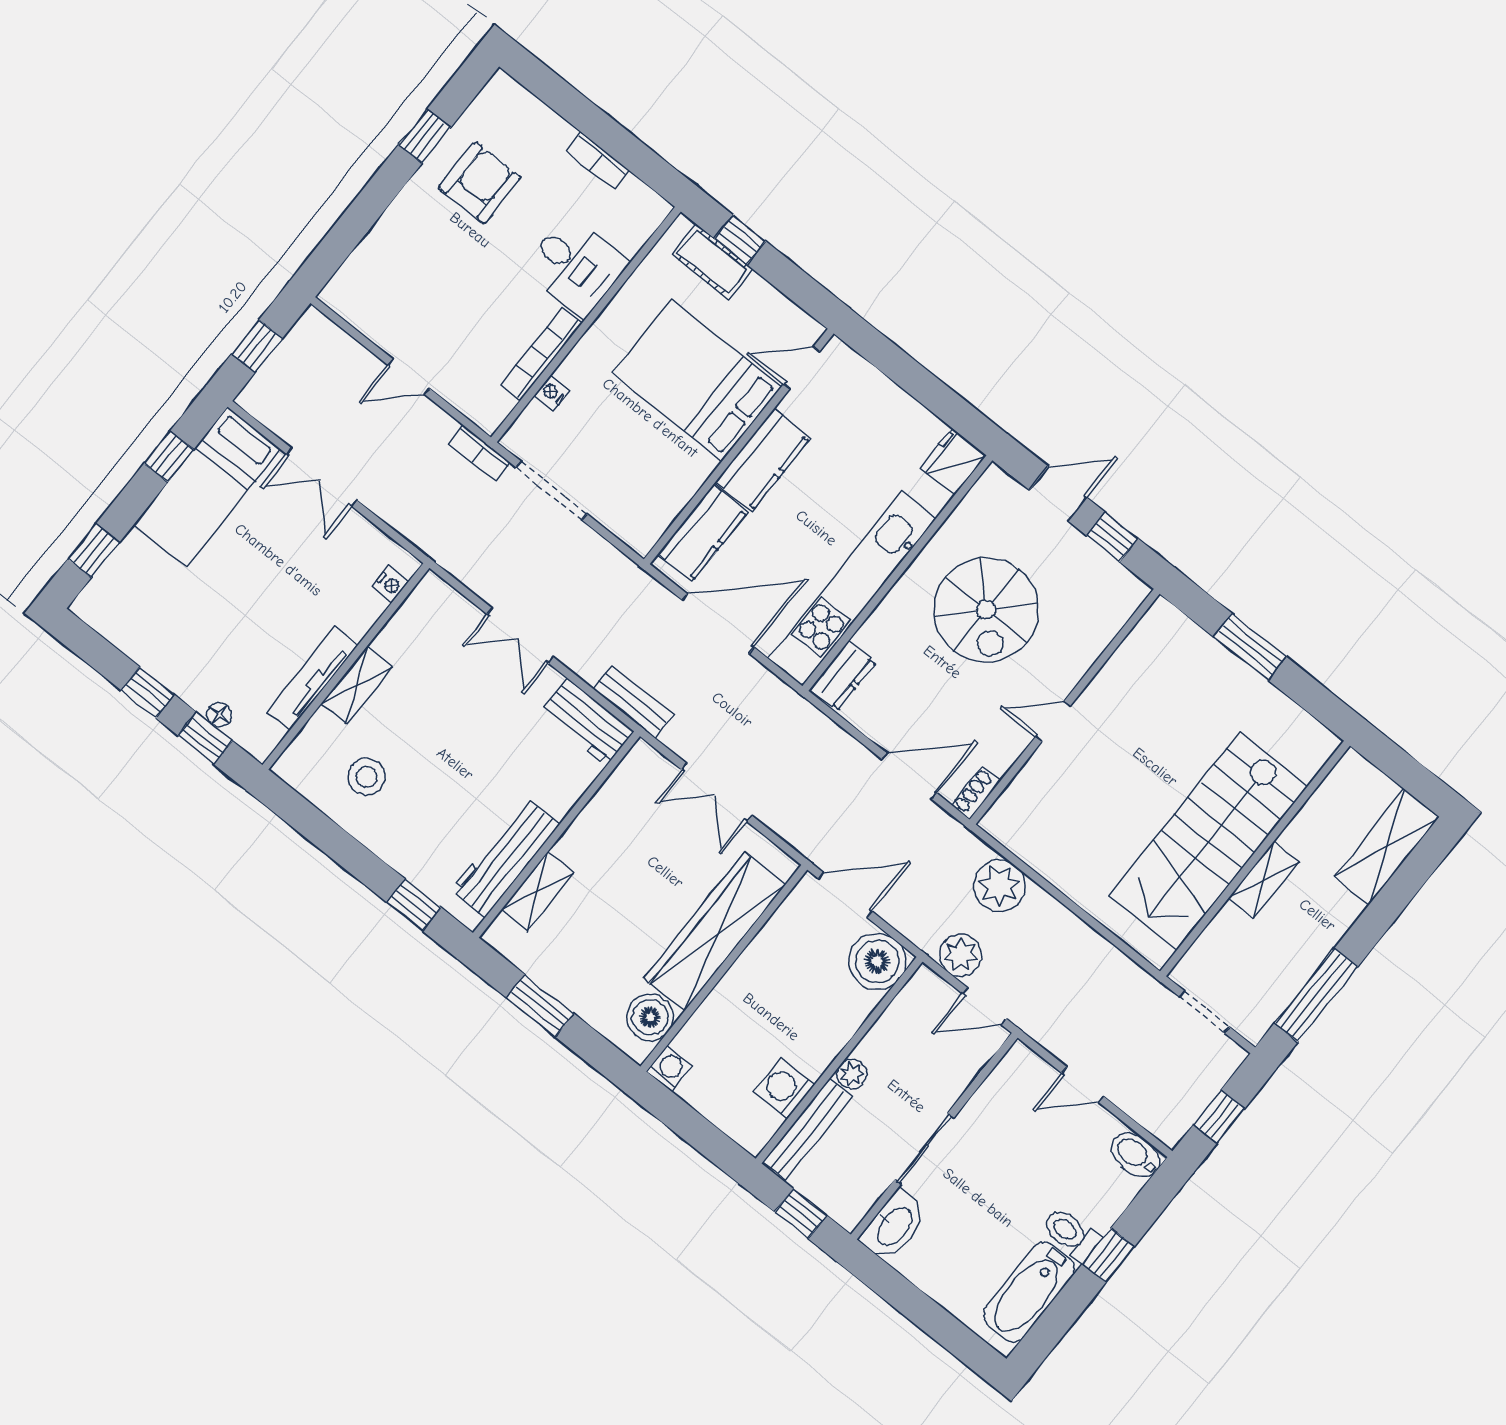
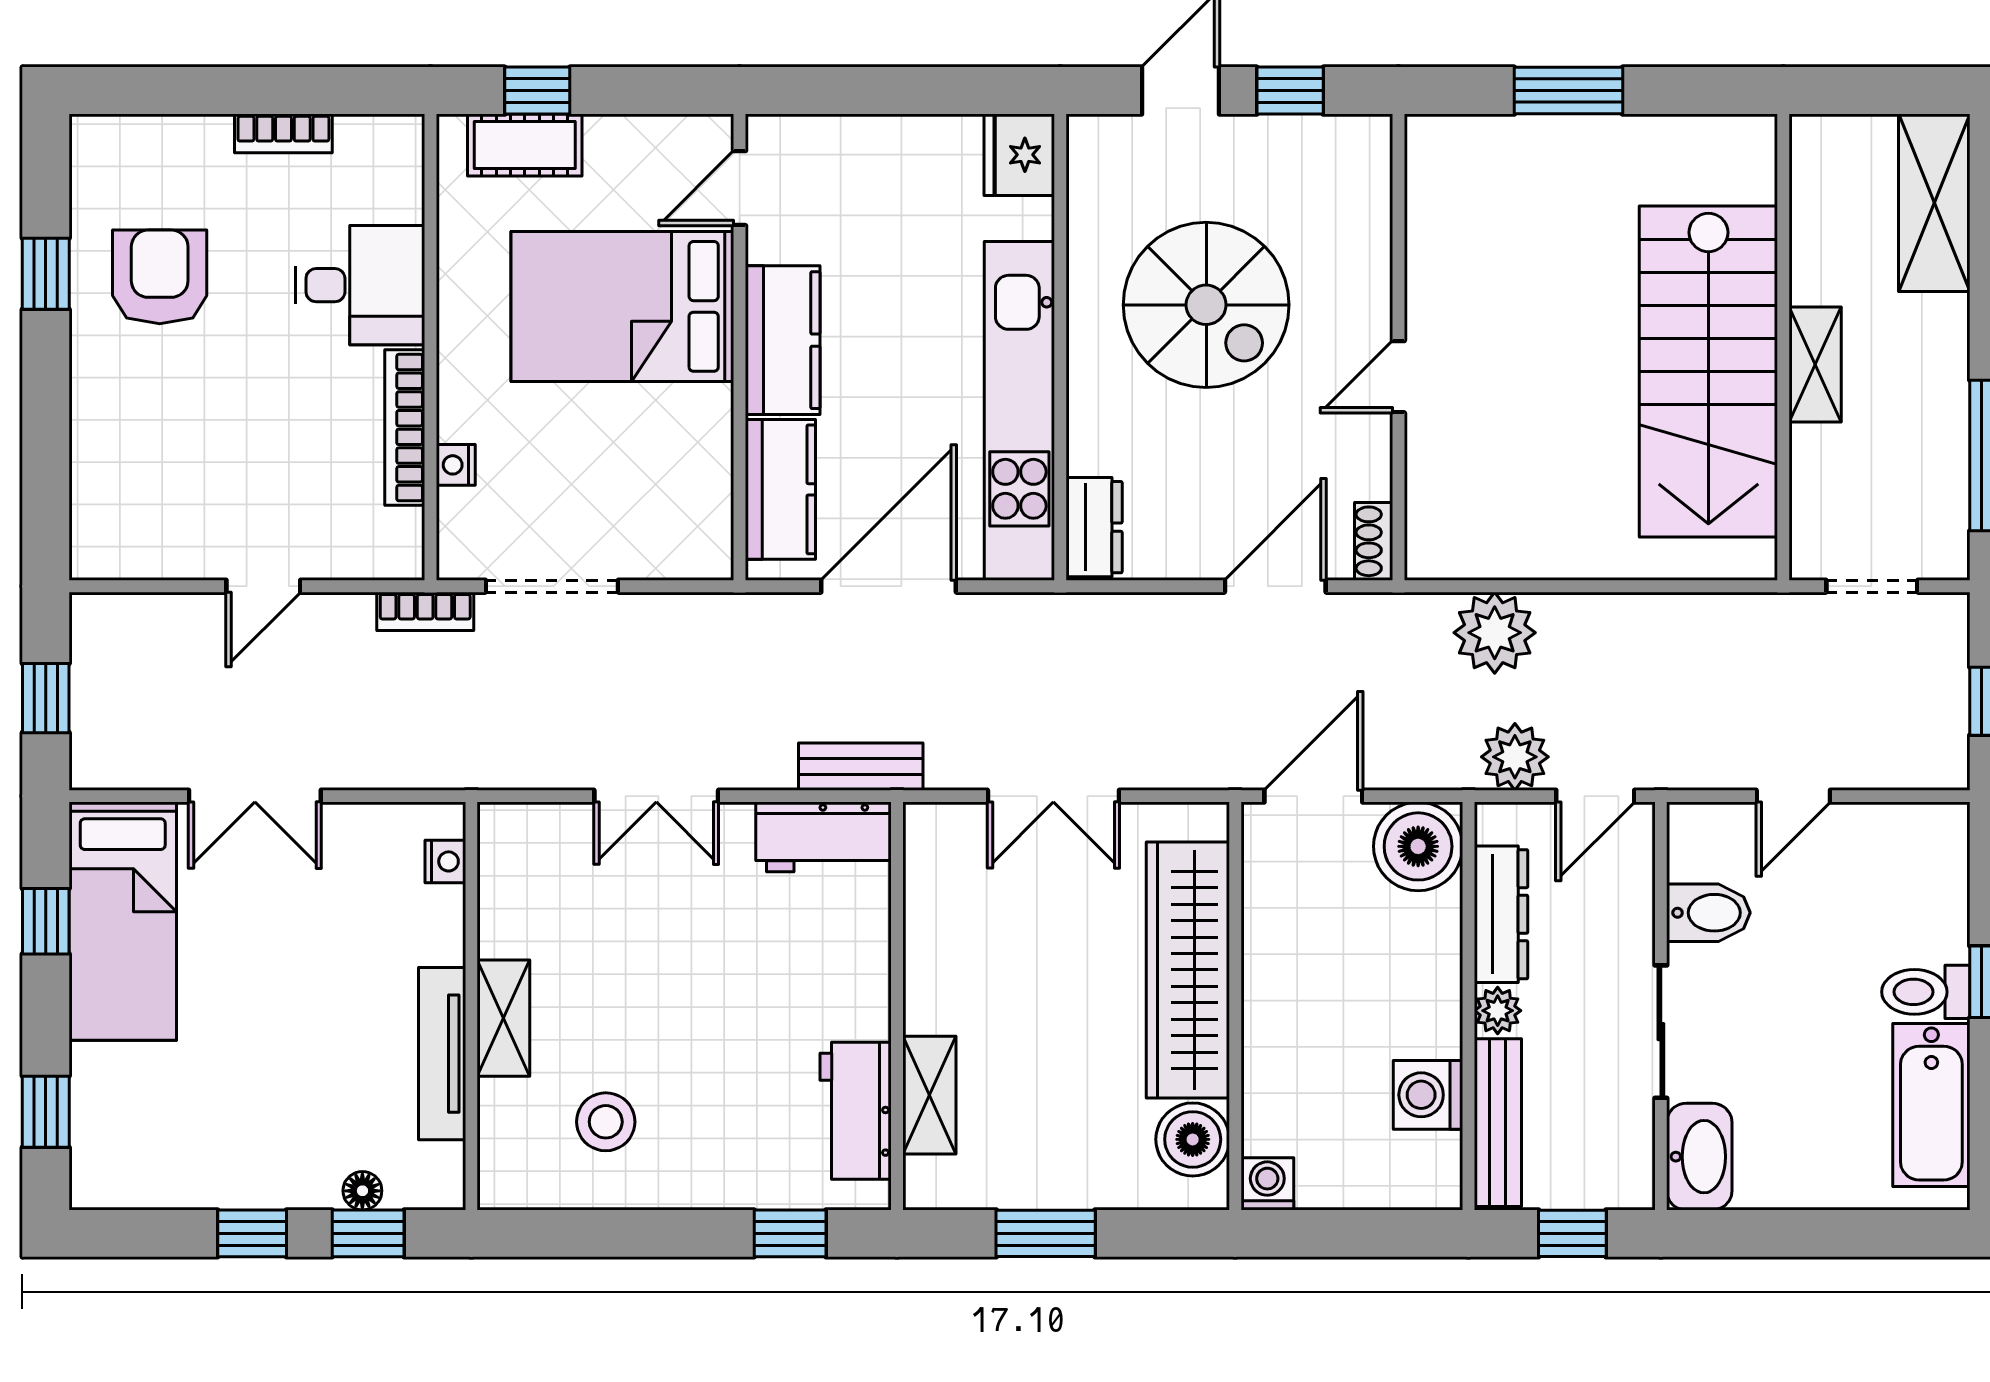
workbench: (505, 857) -> (856, 1111), width x0.73
dresser: (891, 1028) -> (1501, 914), added
bidet: (1136, 1155) -> (1708, 913), moved, turned 180

